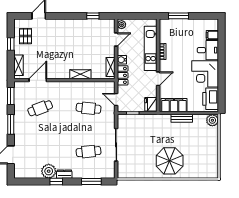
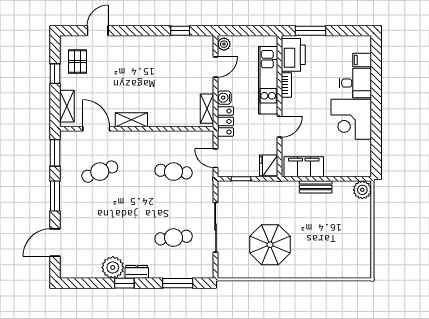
shelving: (80, 74) -> (131, 120), moved
door: (38, 80) -> (96, 129), hinge flipped
printer: (211, 99) -> (293, 55), moved, turned 180
parasol: (170, 161) -> (270, 245), moved

